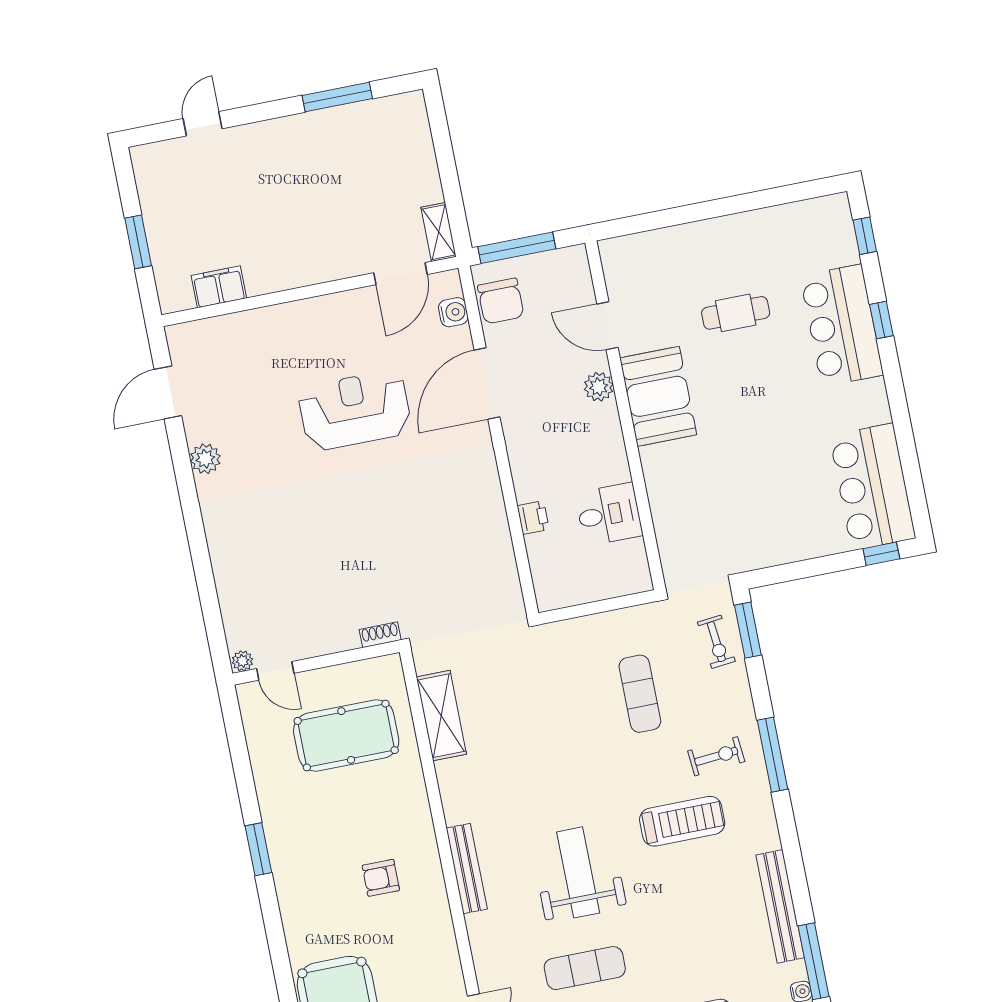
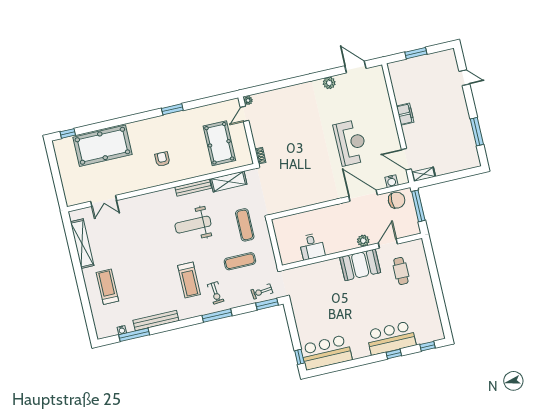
filing cabinet: (219, 287) -> (405, 114), moved
chair: (501, 301) -> (397, 200), turned 180
cafe table: (736, 313) -> (401, 271), moved
printer: (533, 518) -> (310, 216), removed
bench: (467, 869) -> (193, 188), moved
weight bench: (578, 872) -> (193, 225), moved, turned 180
exercise mat: (585, 968) -> (245, 225), moved

